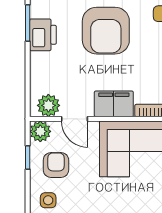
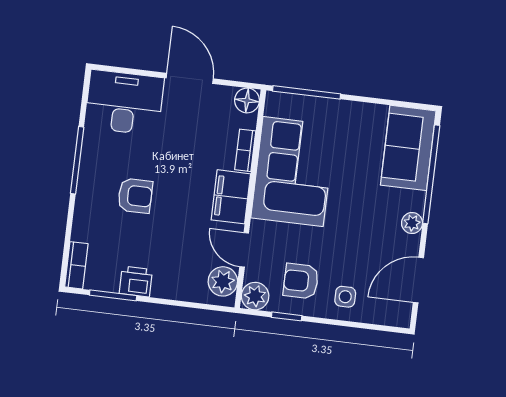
armchair: (106, 31) -> (135, 196), width x0.53, depth x0.53
printer: (43, 35) -> (136, 281), width x0.73, depth x0.81
door: (75, 119) -> (244, 250), swing flipped

